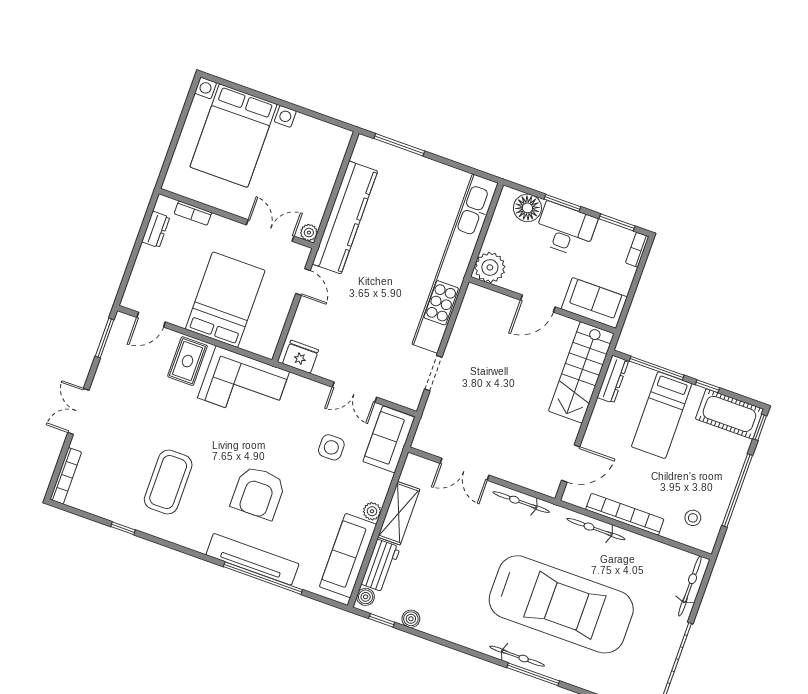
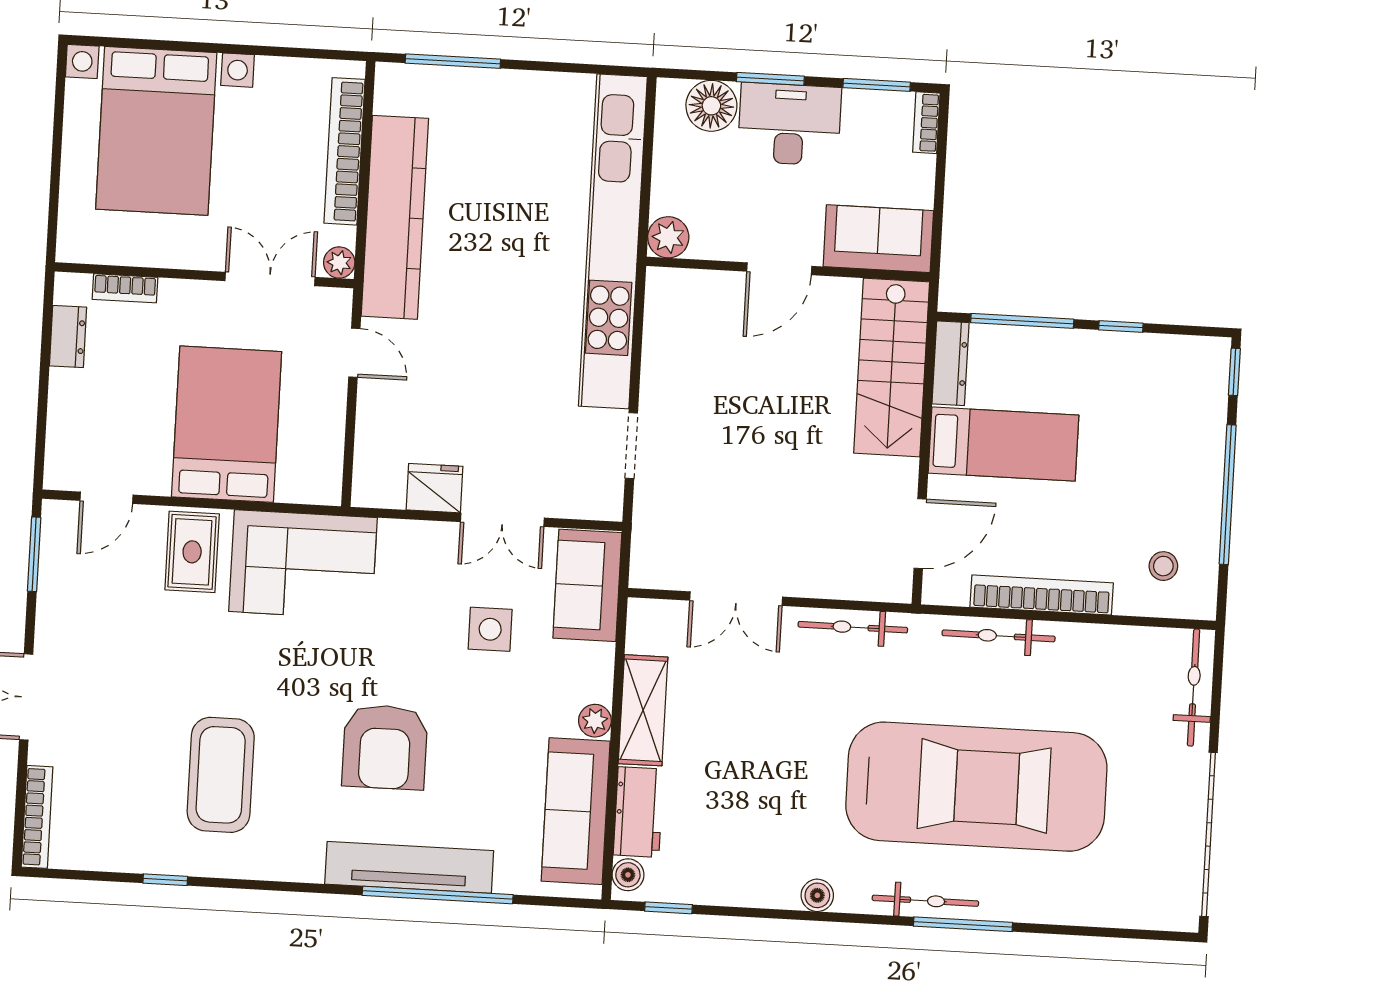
bookcase: (329, 175) -> (345, 151), added
plant: (490, 267) -> (668, 237), width x0.73, depth x0.73
fridge: (301, 357) -> (435, 488), moved
cot: (729, 414) -> (1174, 364), removed
bed: (662, 415) -> (1003, 444), moved, turned -90
boiler: (411, 619) -> (817, 895), moved

